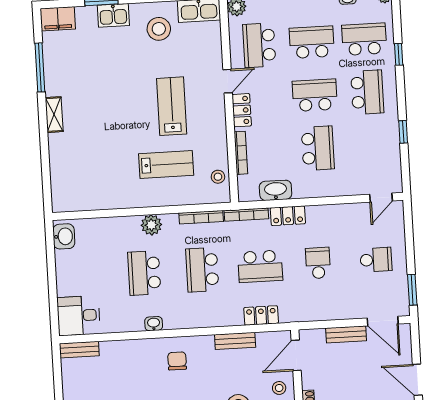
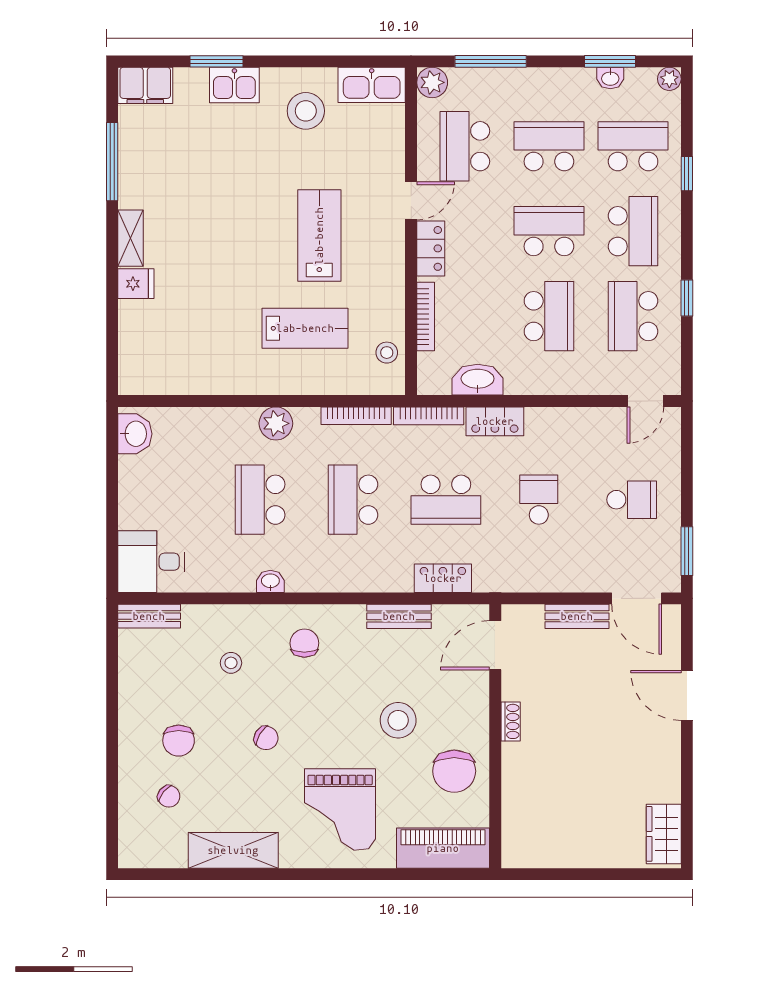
fridge: (59, 143) -> (136, 284), added
school desk: (370, 145) -> (633, 316), added
stool: (279, 388) -> (231, 663), moved

